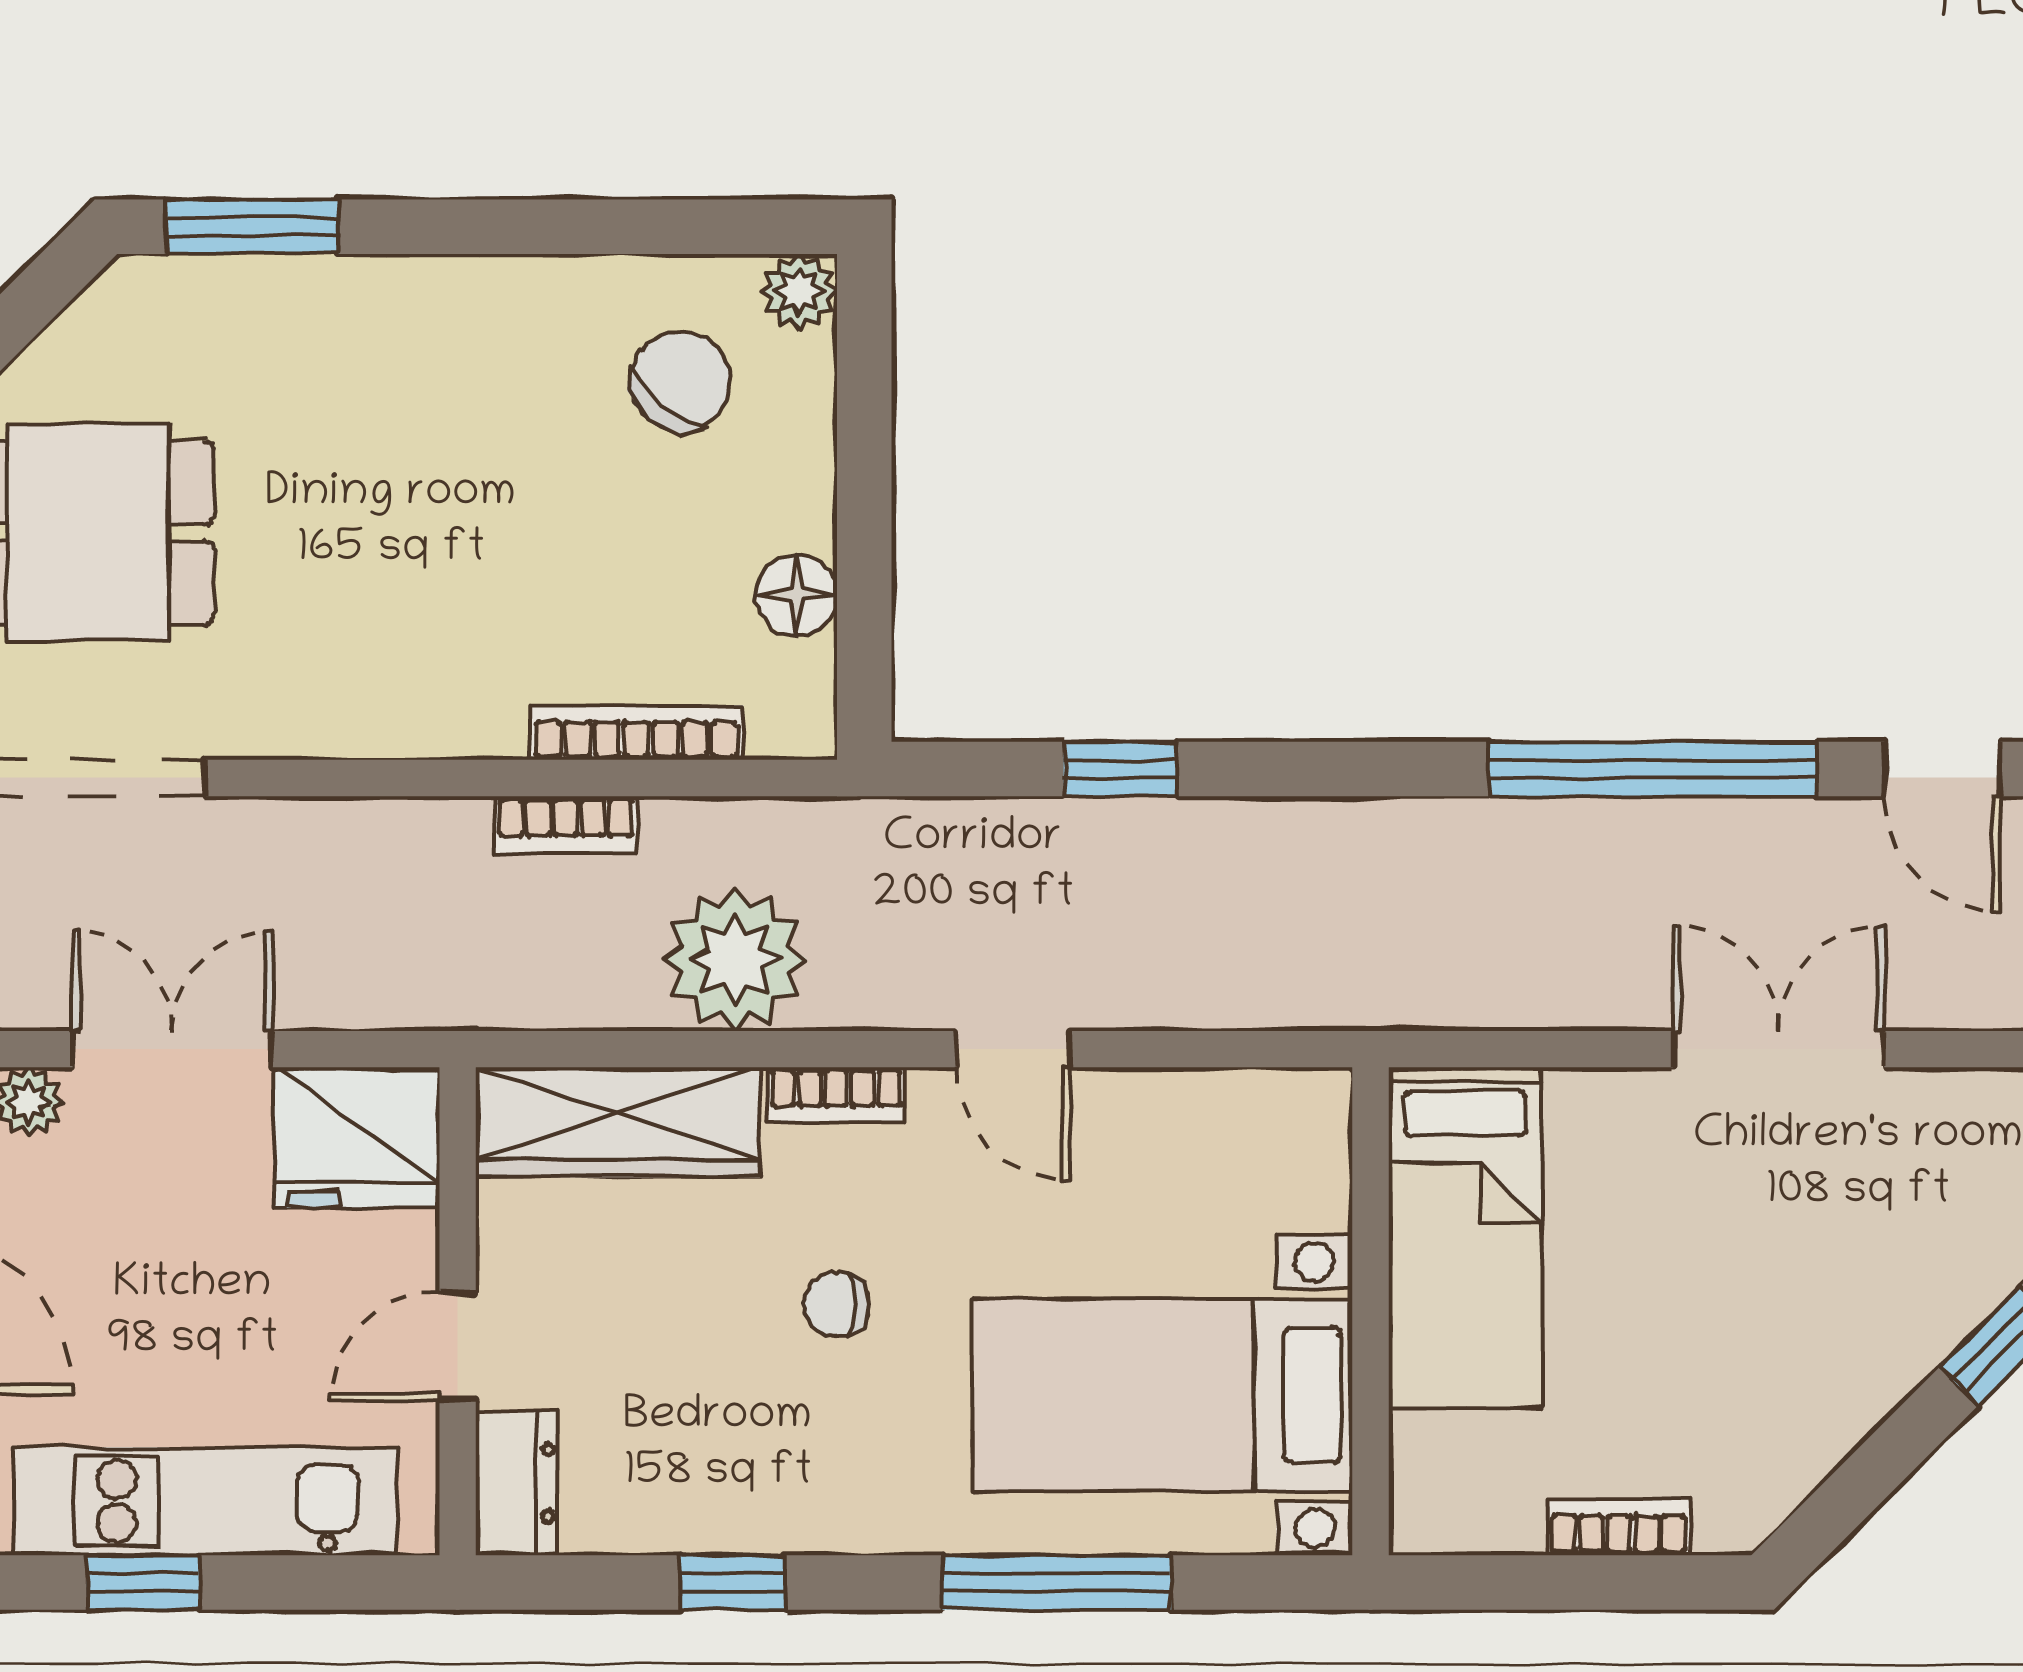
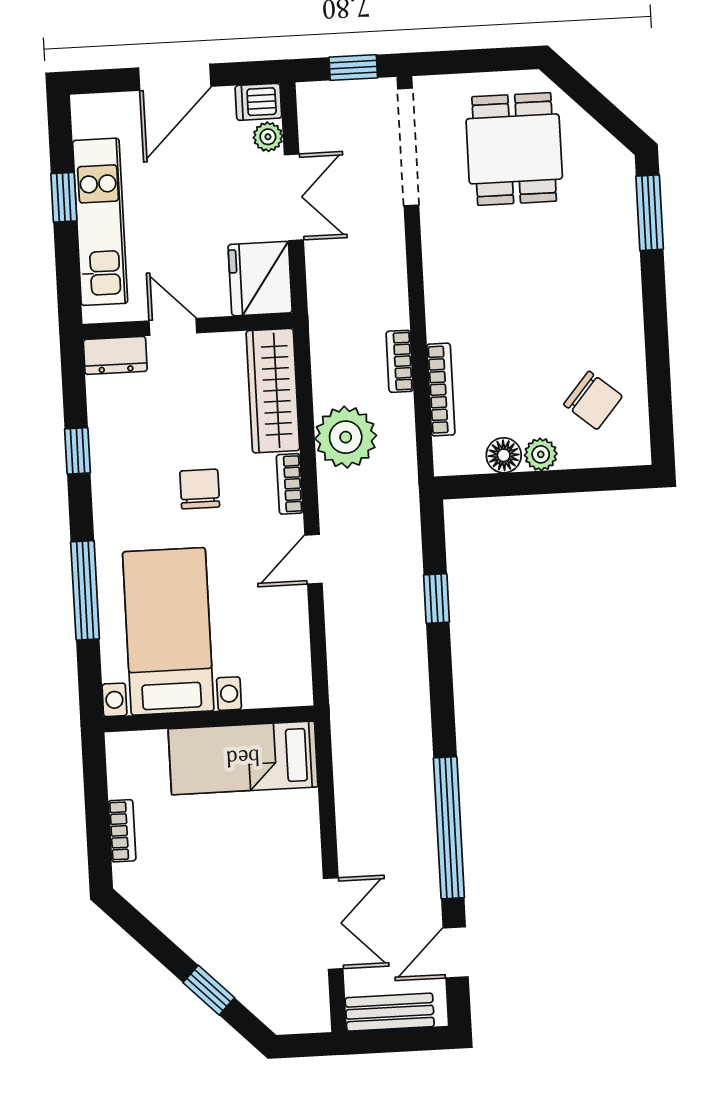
plant: (799, 292) -> (541, 454), moved
double door: (1779, 1049) -> (333, 924), moved
chair: (836, 1304) -> (200, 489), width x1.37, depth x1.37

